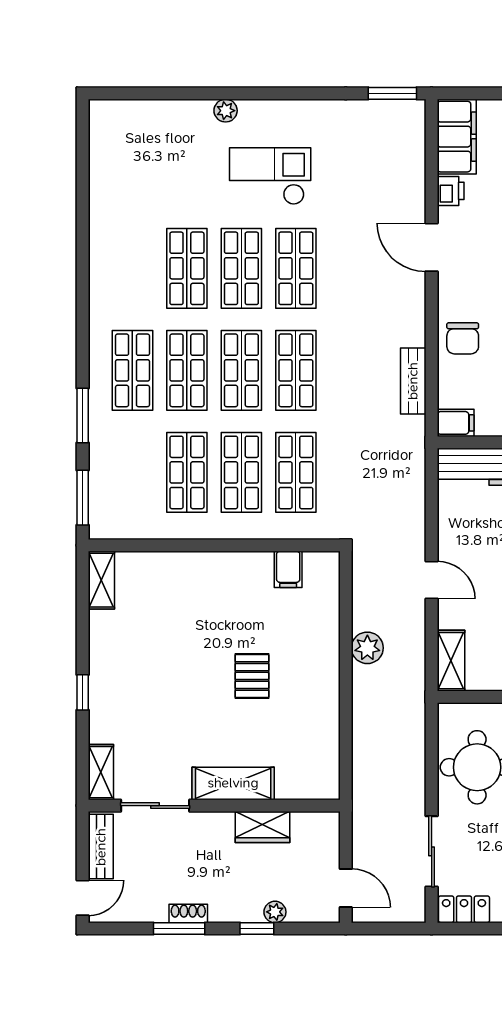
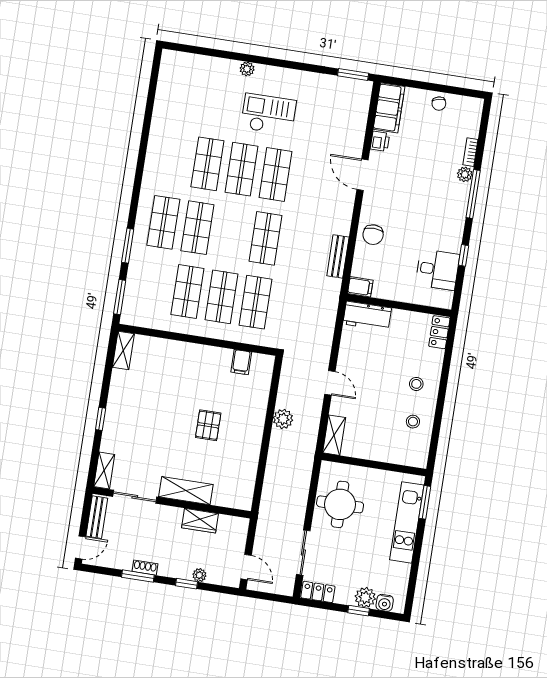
shop shelf: (241, 370) -> (231, 233), removed

